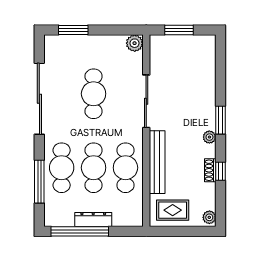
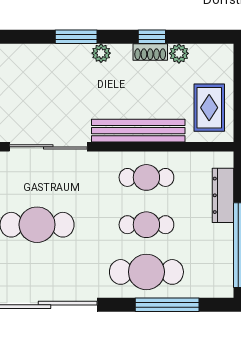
cafe table: (94, 168) -> (146, 225), width x0.73, depth x0.74
cafe table: (125, 168) -> (146, 177), width x0.73, depth x0.74
plant: (209, 217) -> (179, 53), moved
dresser: (93, 220) -> (223, 195), moved

